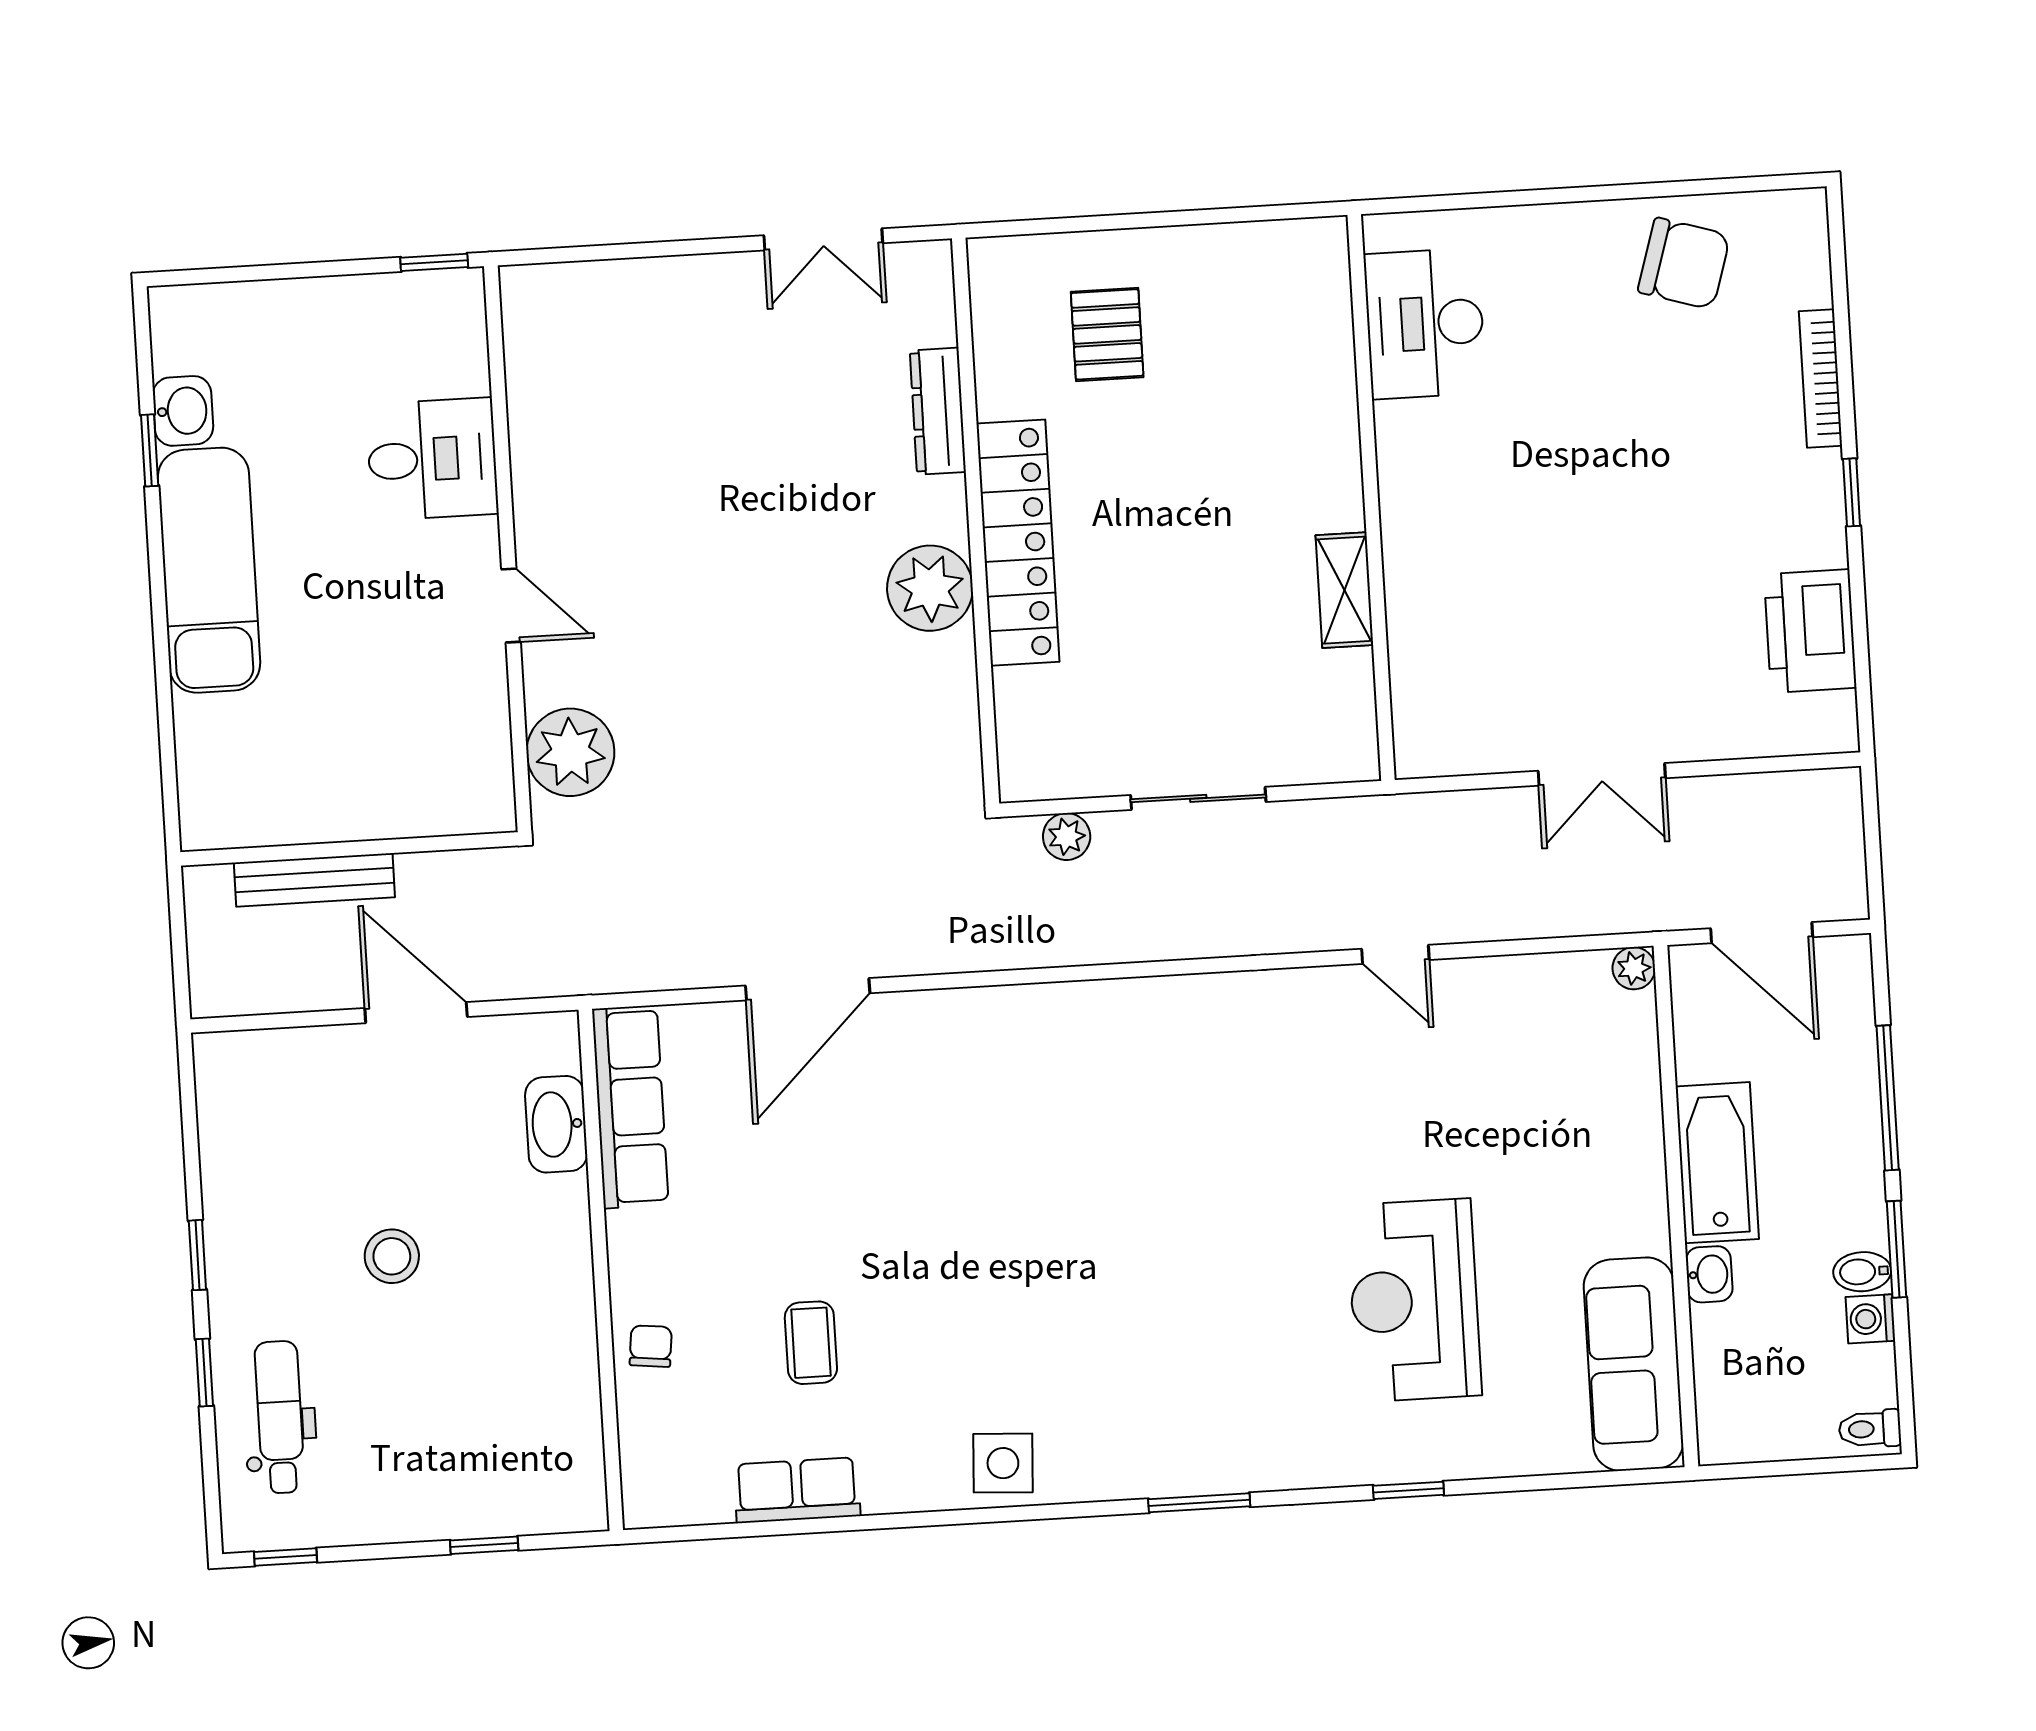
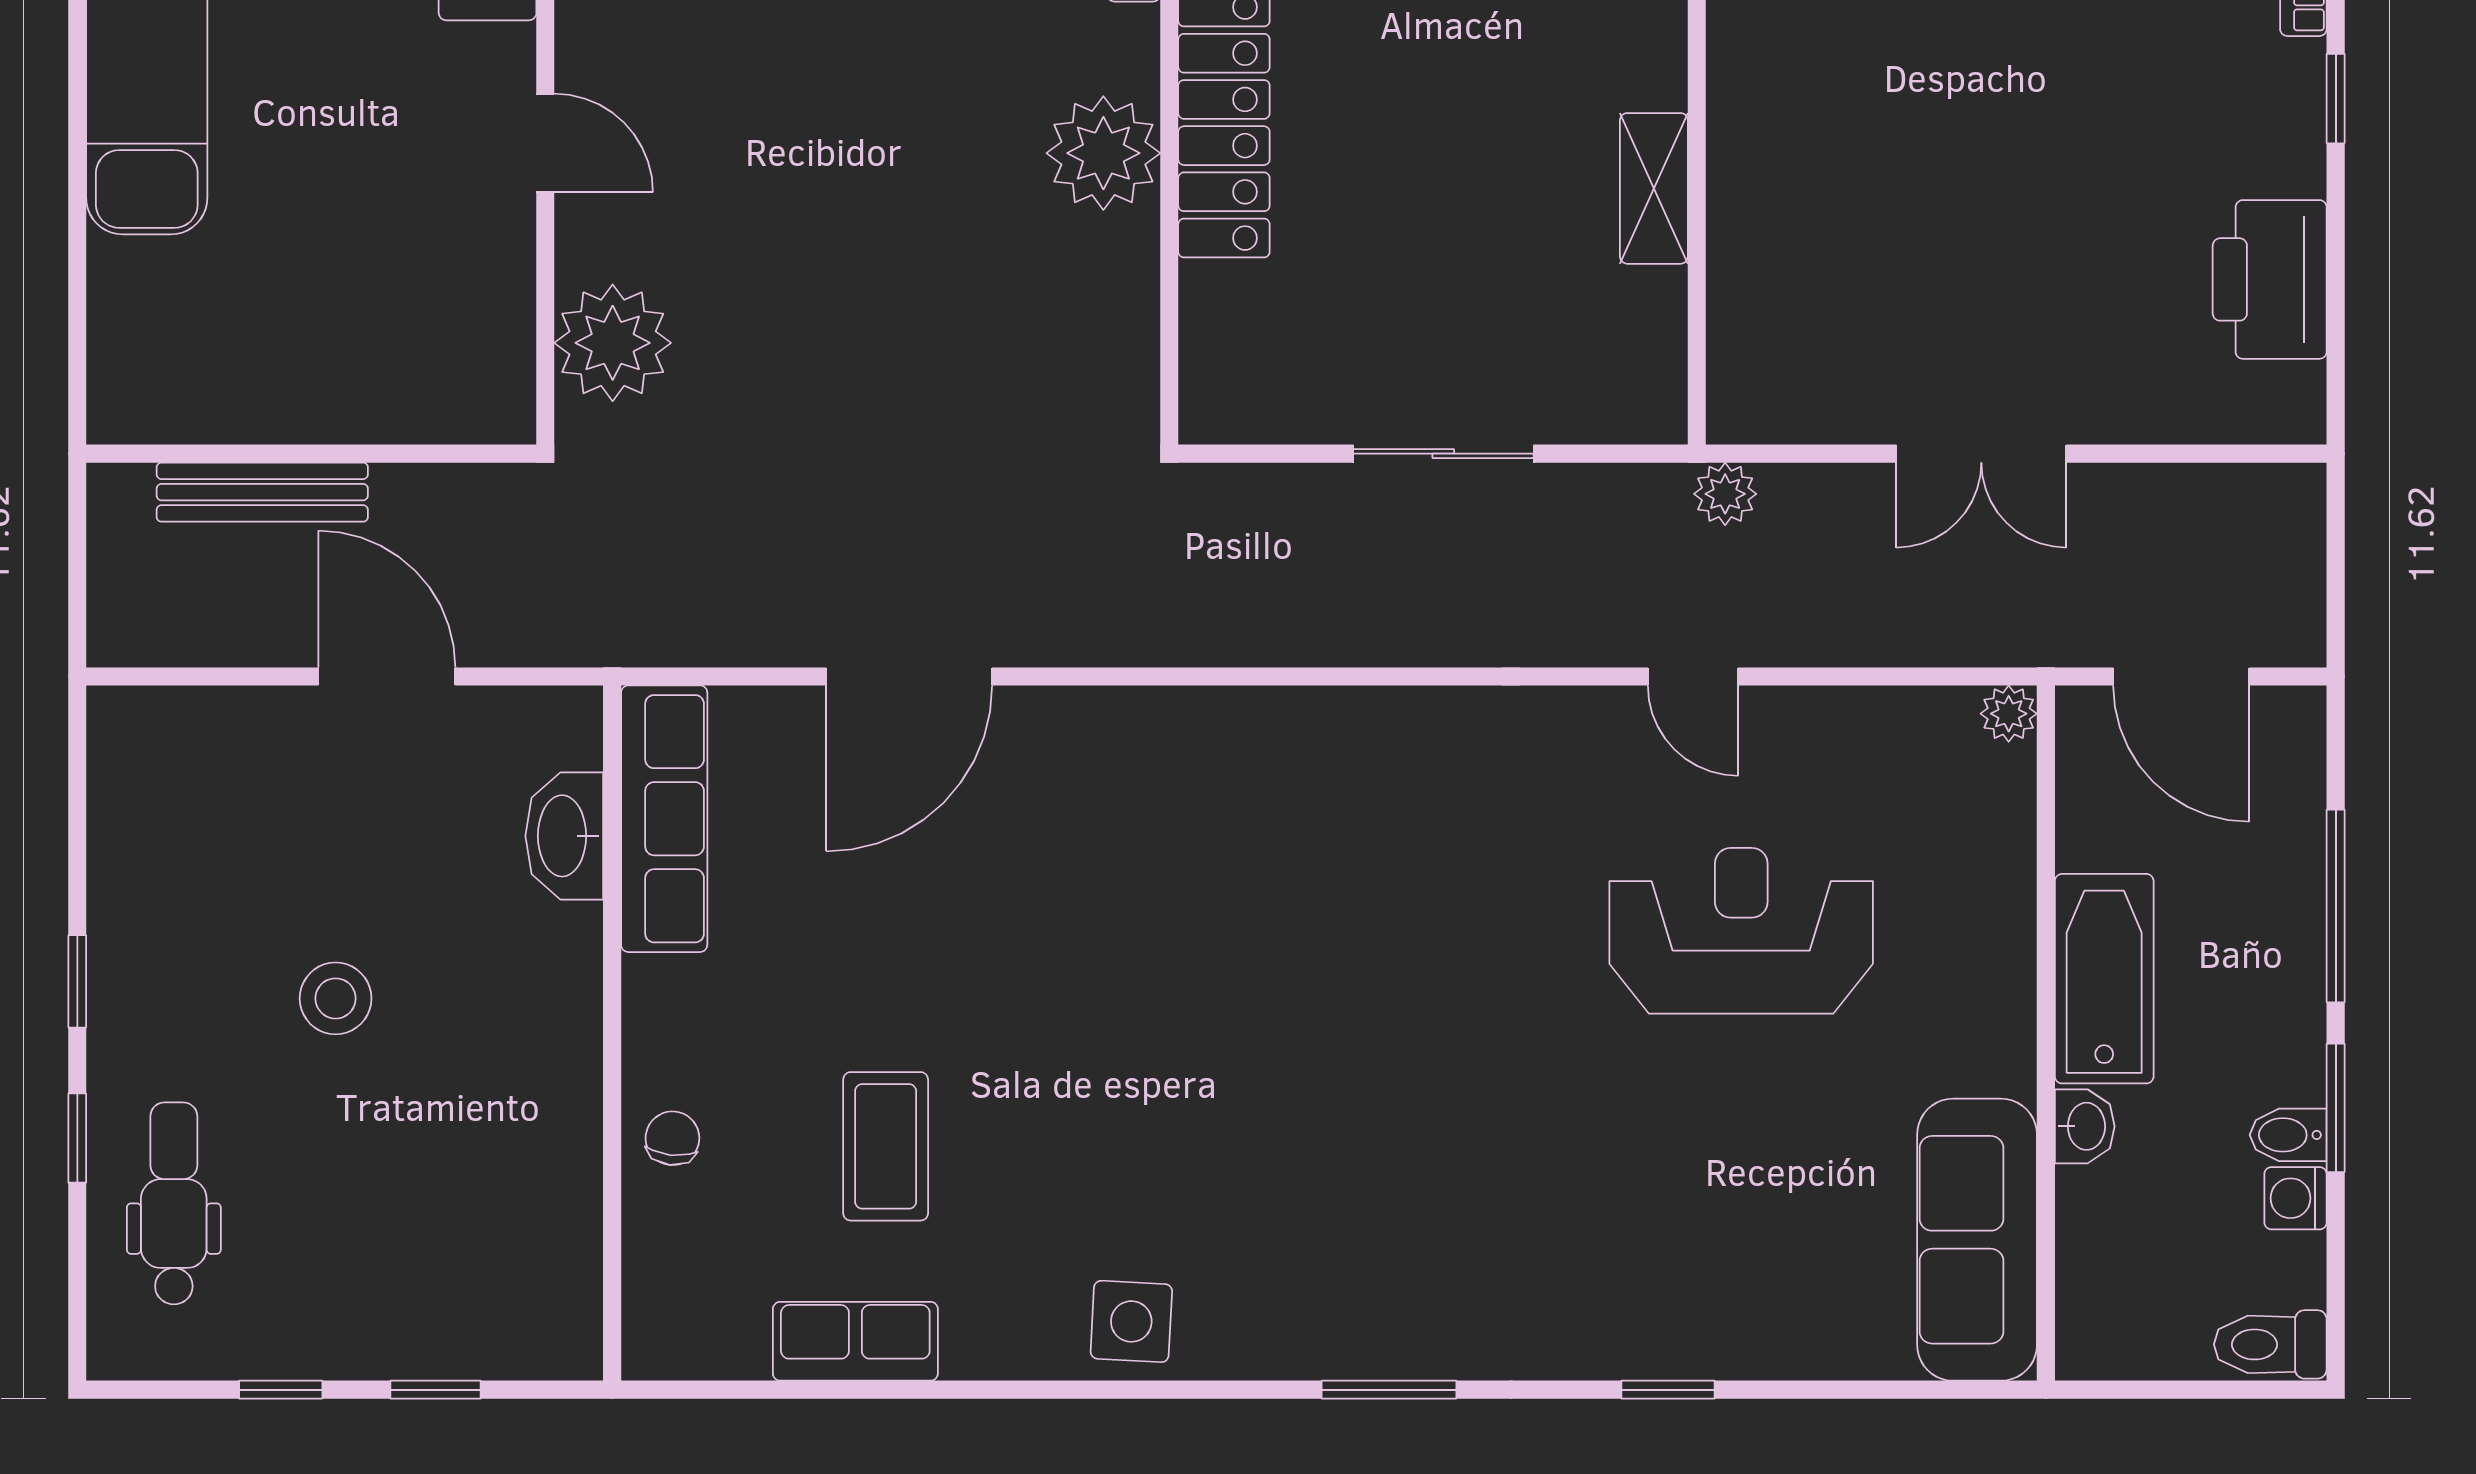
plant: (1067, 837) -> (1725, 494), moved
reception desk: (1414, 1300) -> (1741, 931), moved, turned 90
coffee table: (811, 1343) -> (886, 1146), width x1.36, depth x1.30
toilet: (1870, 1429) -> (2270, 1344), width x1.37, depth x1.39
window: (286, 1557) -> (281, 1390), moved

